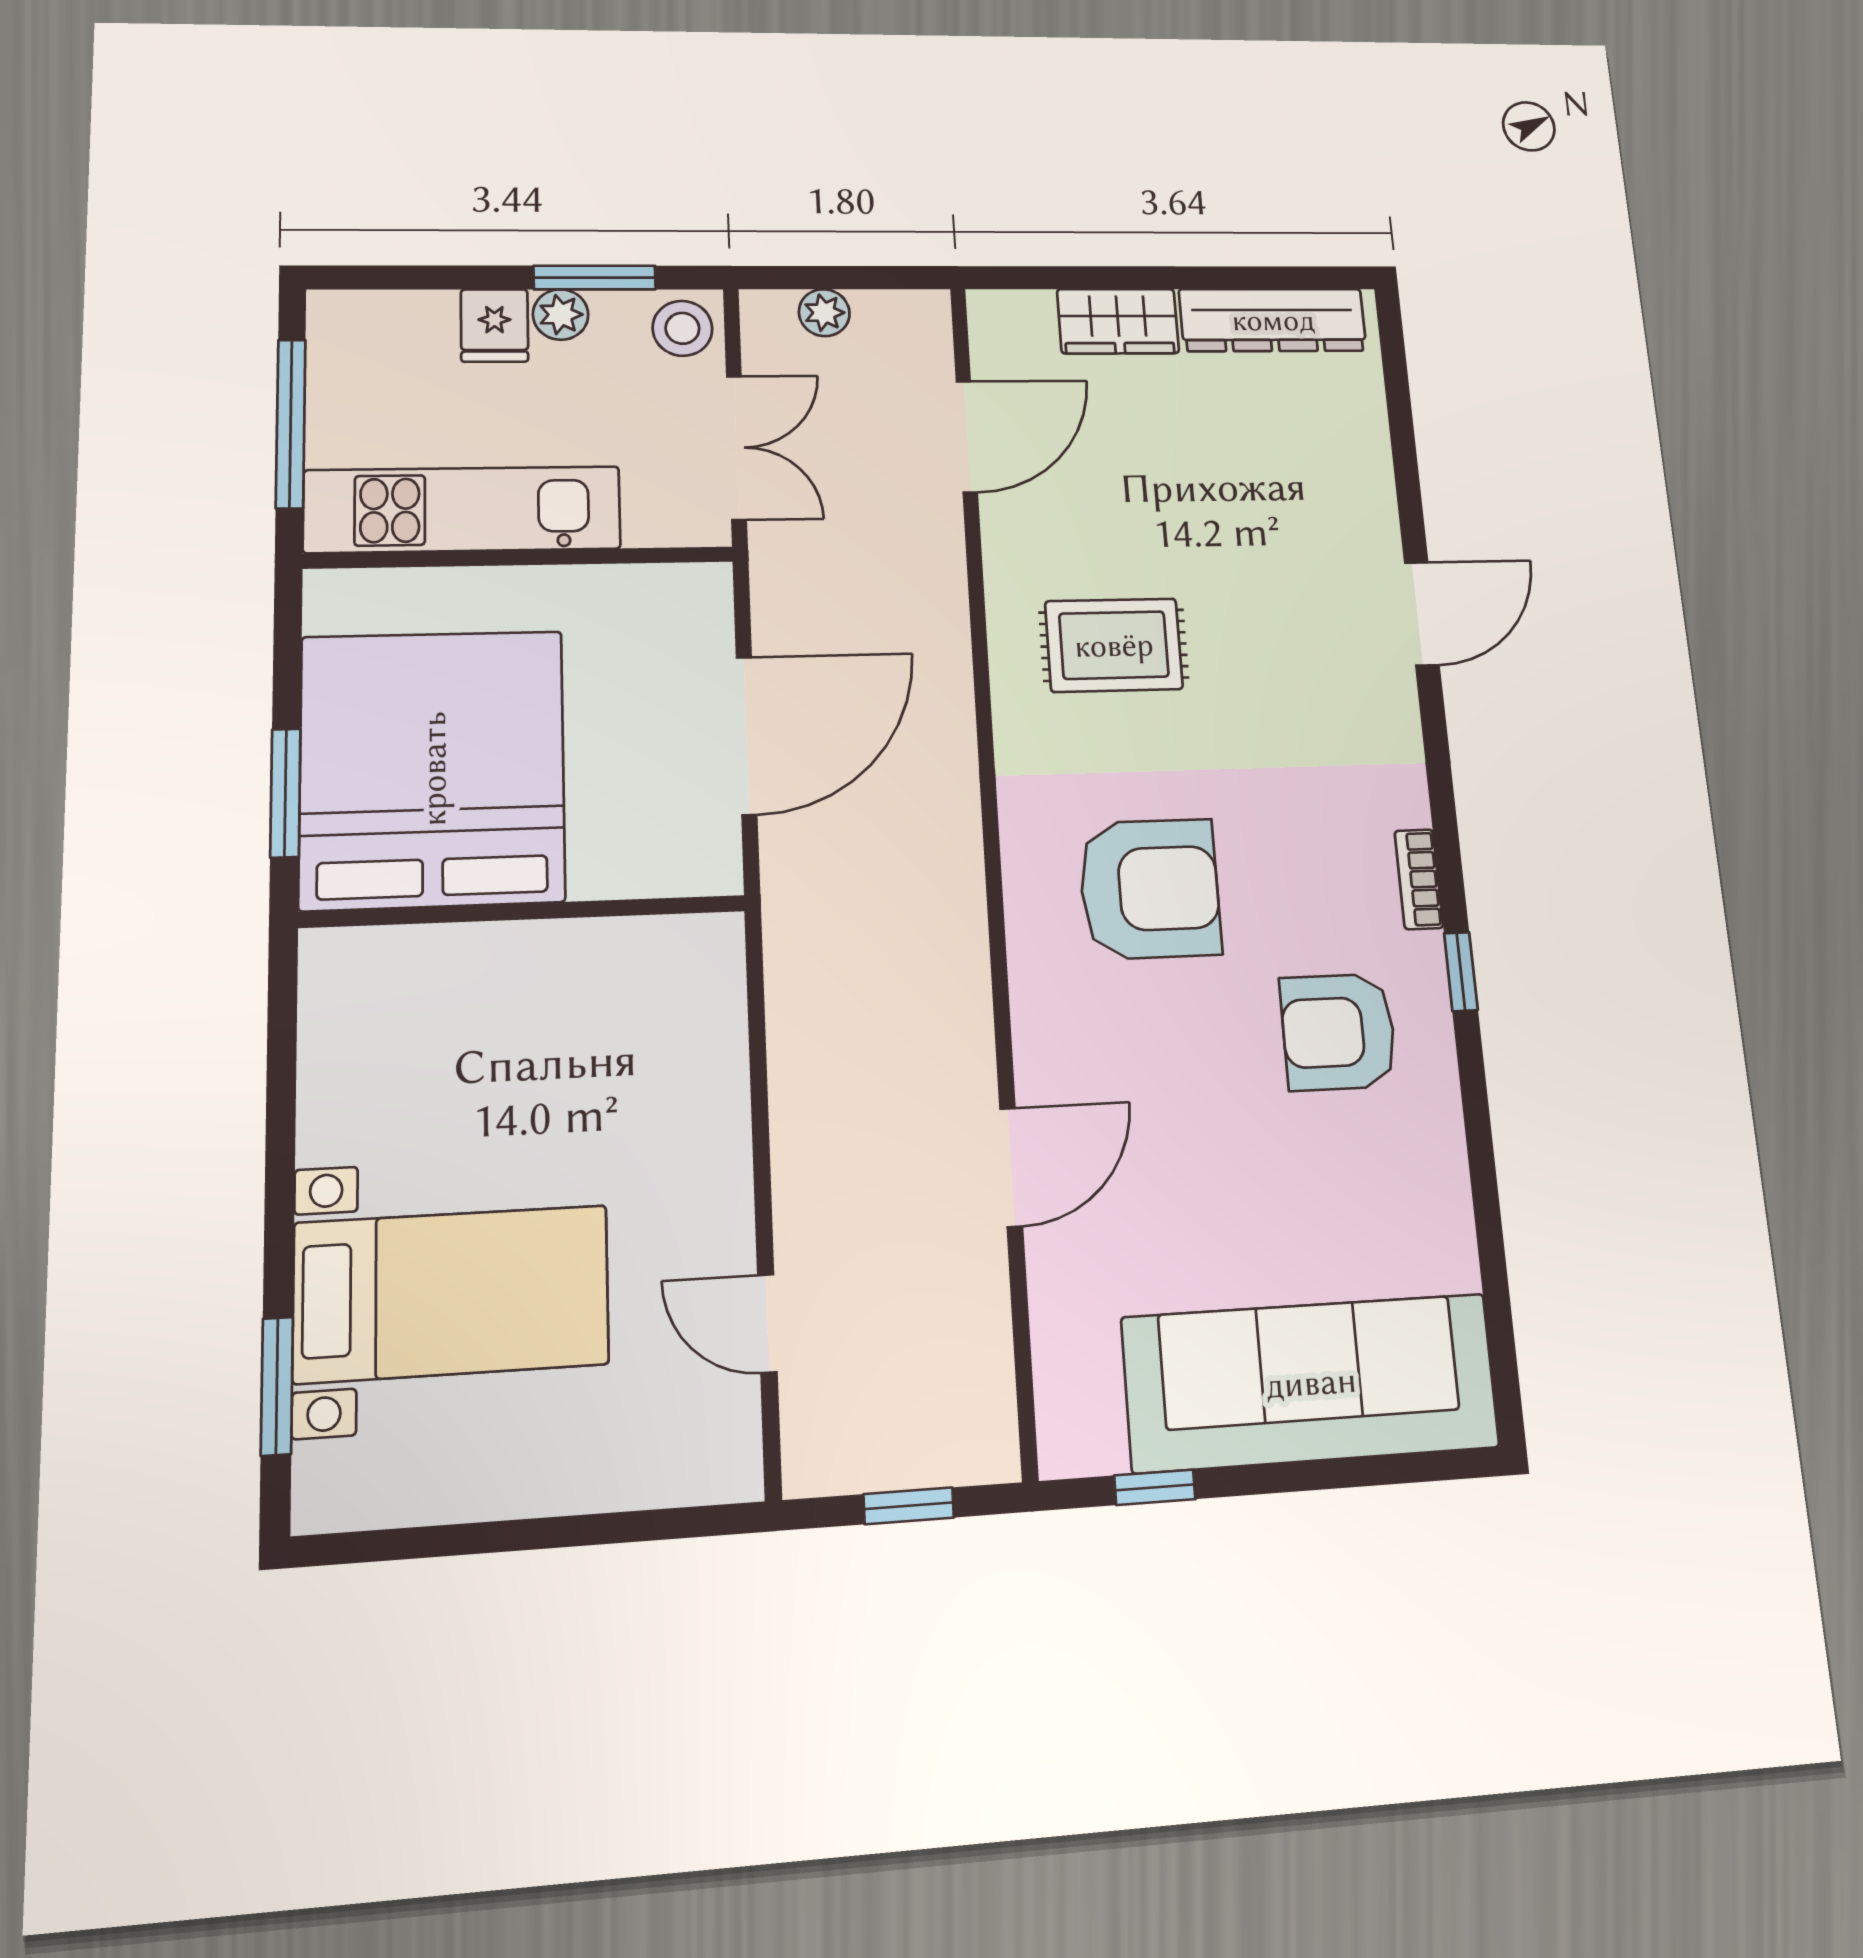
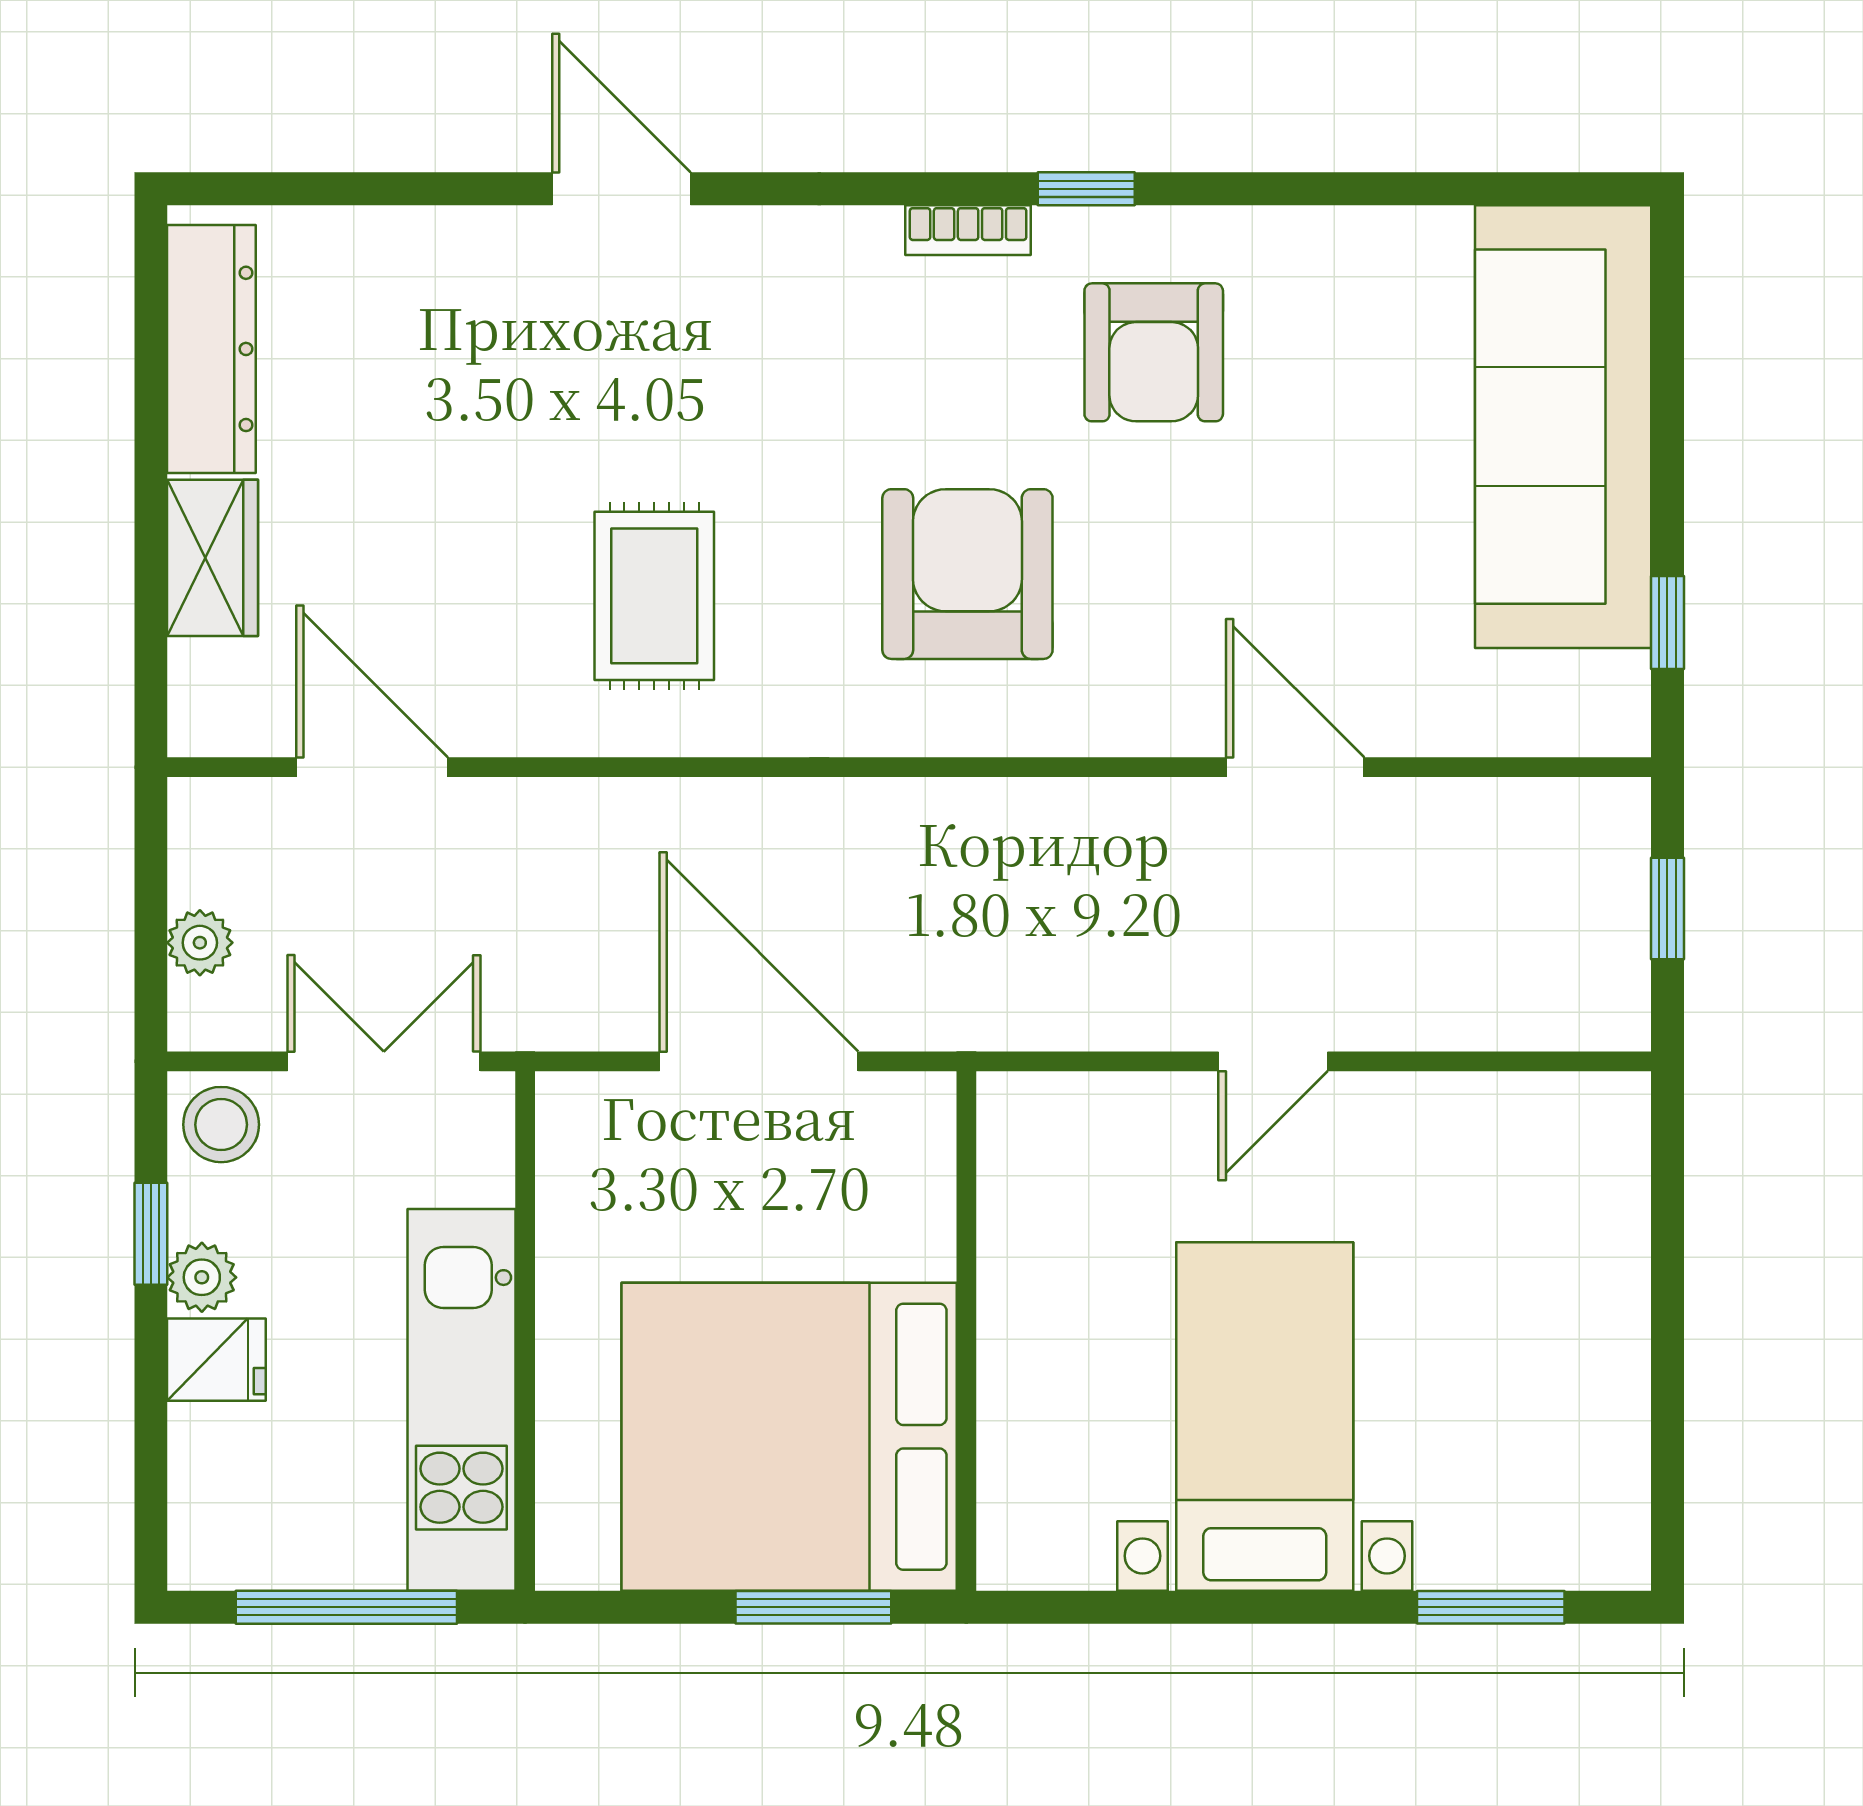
window: (595, 278) -> (151, 1234), width x0.67
bed with nightstands: (452, 1294) -> (1265, 1417), moved
door: (767, 1323) -> (1273, 1061), moved

